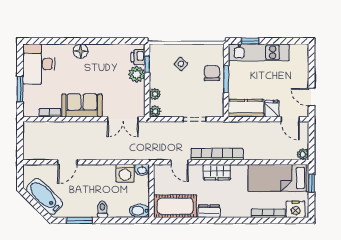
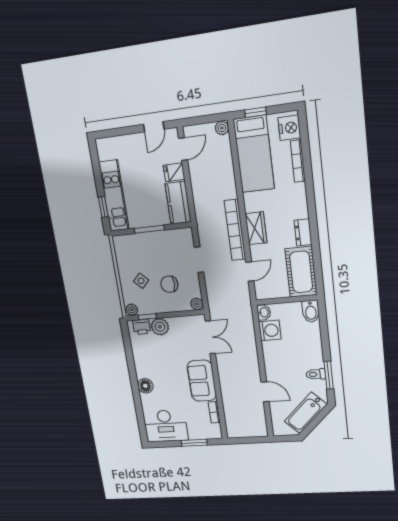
chair: (212, 73) -> (169, 284), moved
plant: (155, 94) -> (132, 310), moved
toilet: (102, 209) -> (316, 374), moved

